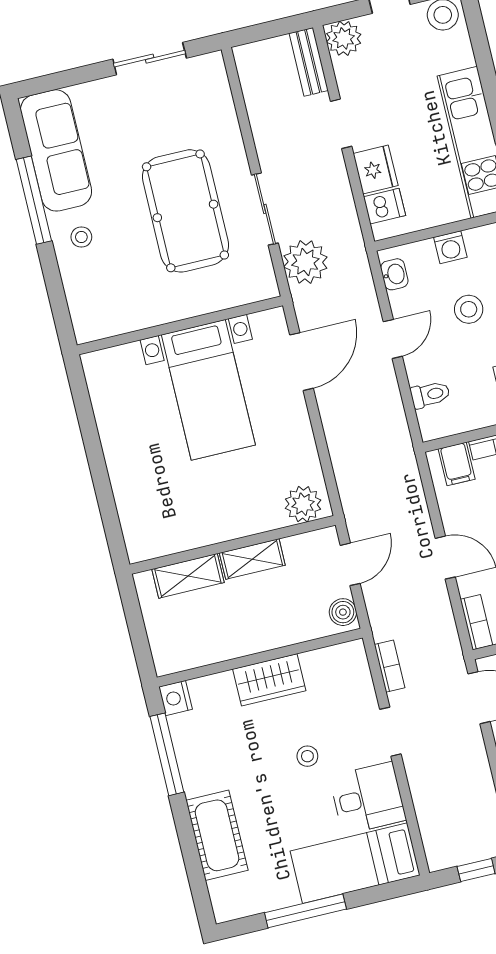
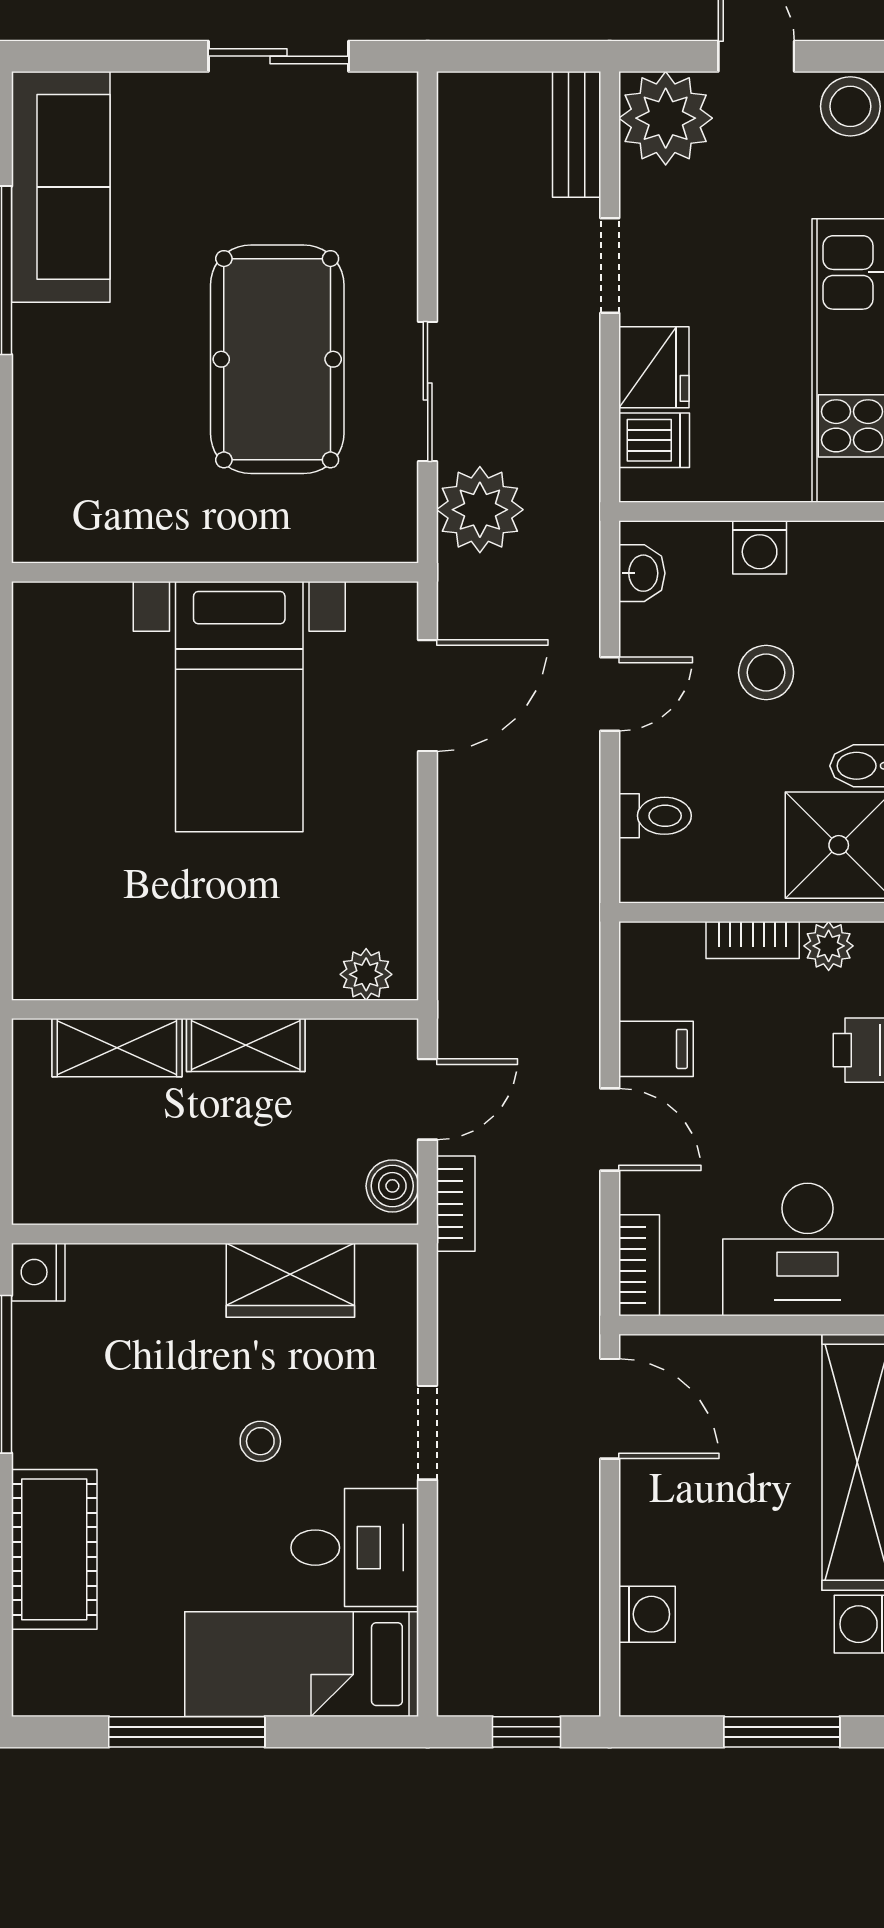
plant: (344, 38) -> (666, 118), width x1.36, depth x1.36
stool: (81, 237) -> (69, 361), removed
filing cabinet: (457, 464) -> (656, 1049), moved, turned -90
plant: (303, 504) -> (366, 974), width x0.73, depth x0.73
bookcase: (390, 666) -> (456, 1204), moved
wardrobe: (269, 680) -> (290, 1280), moved

